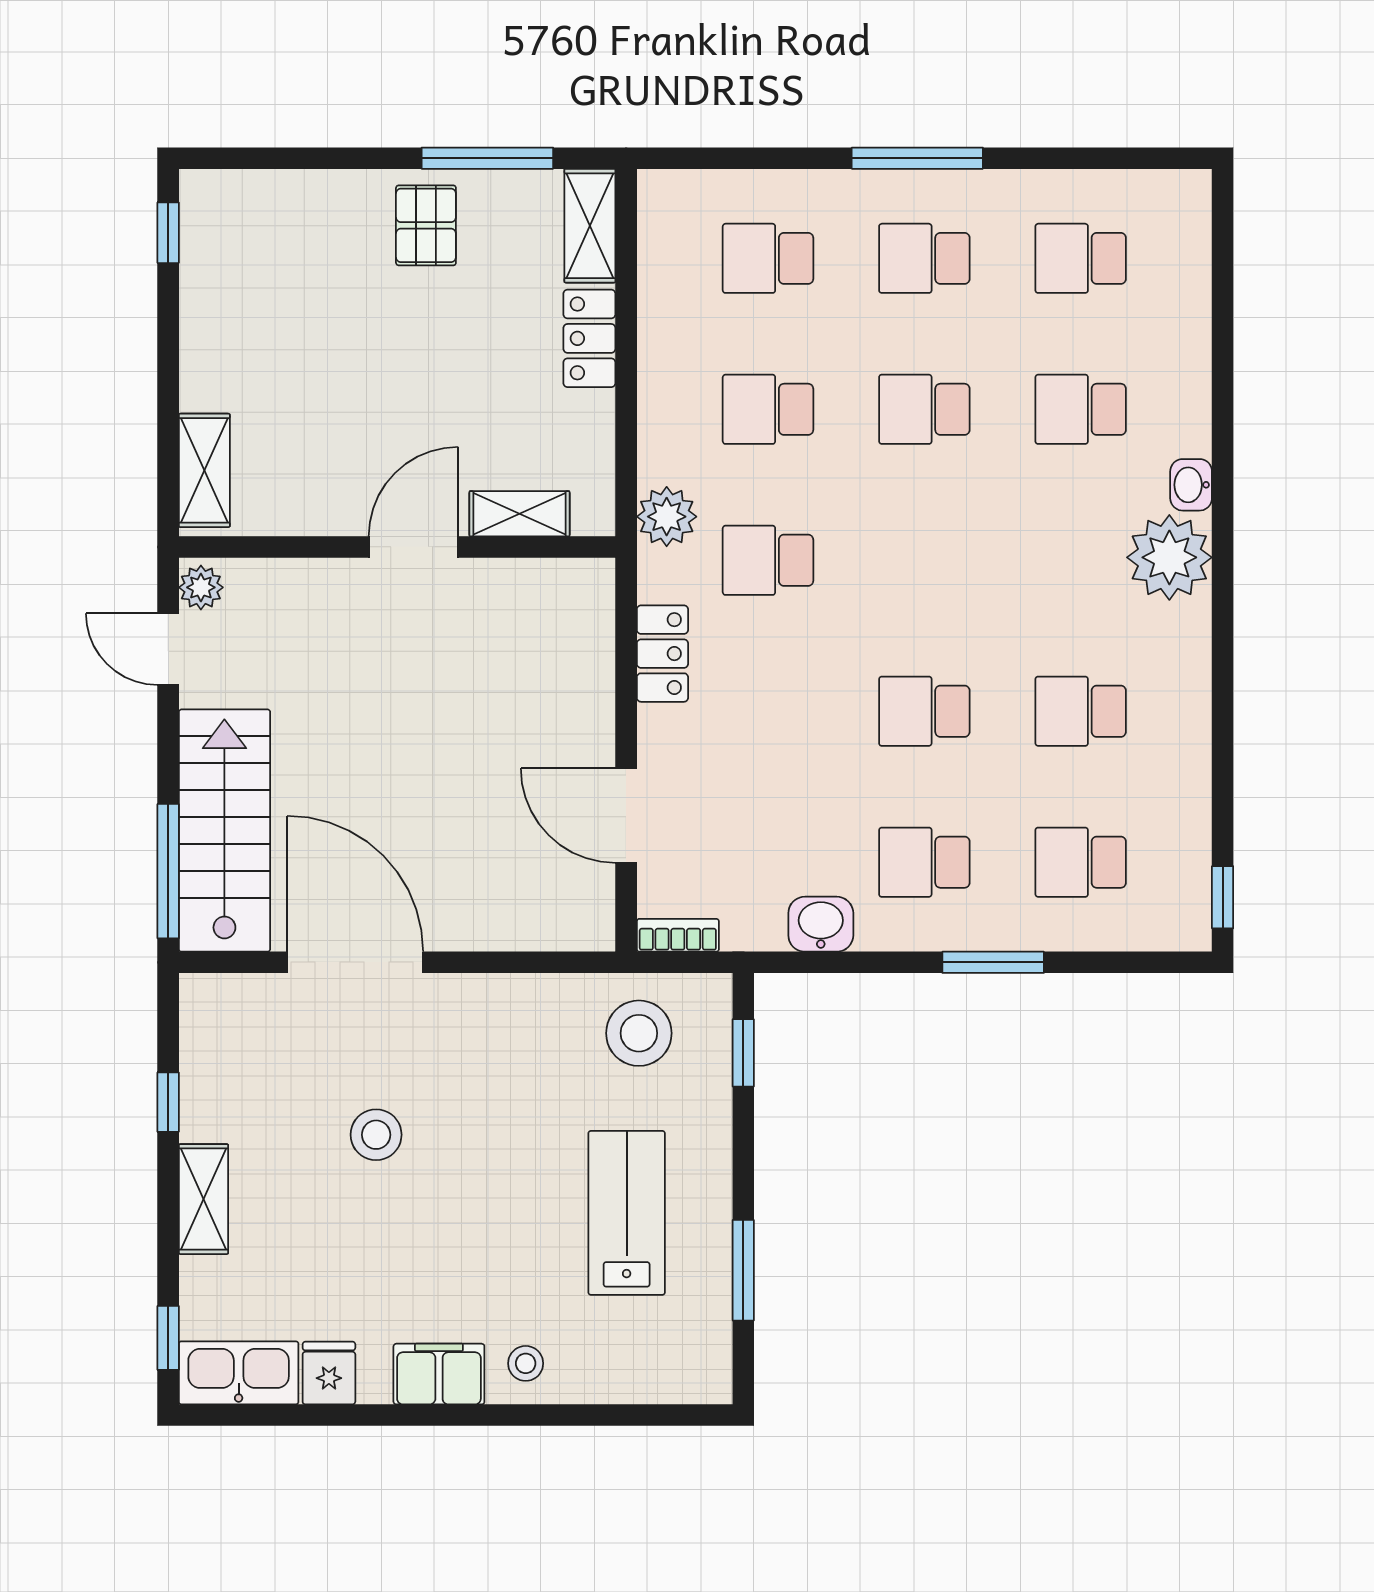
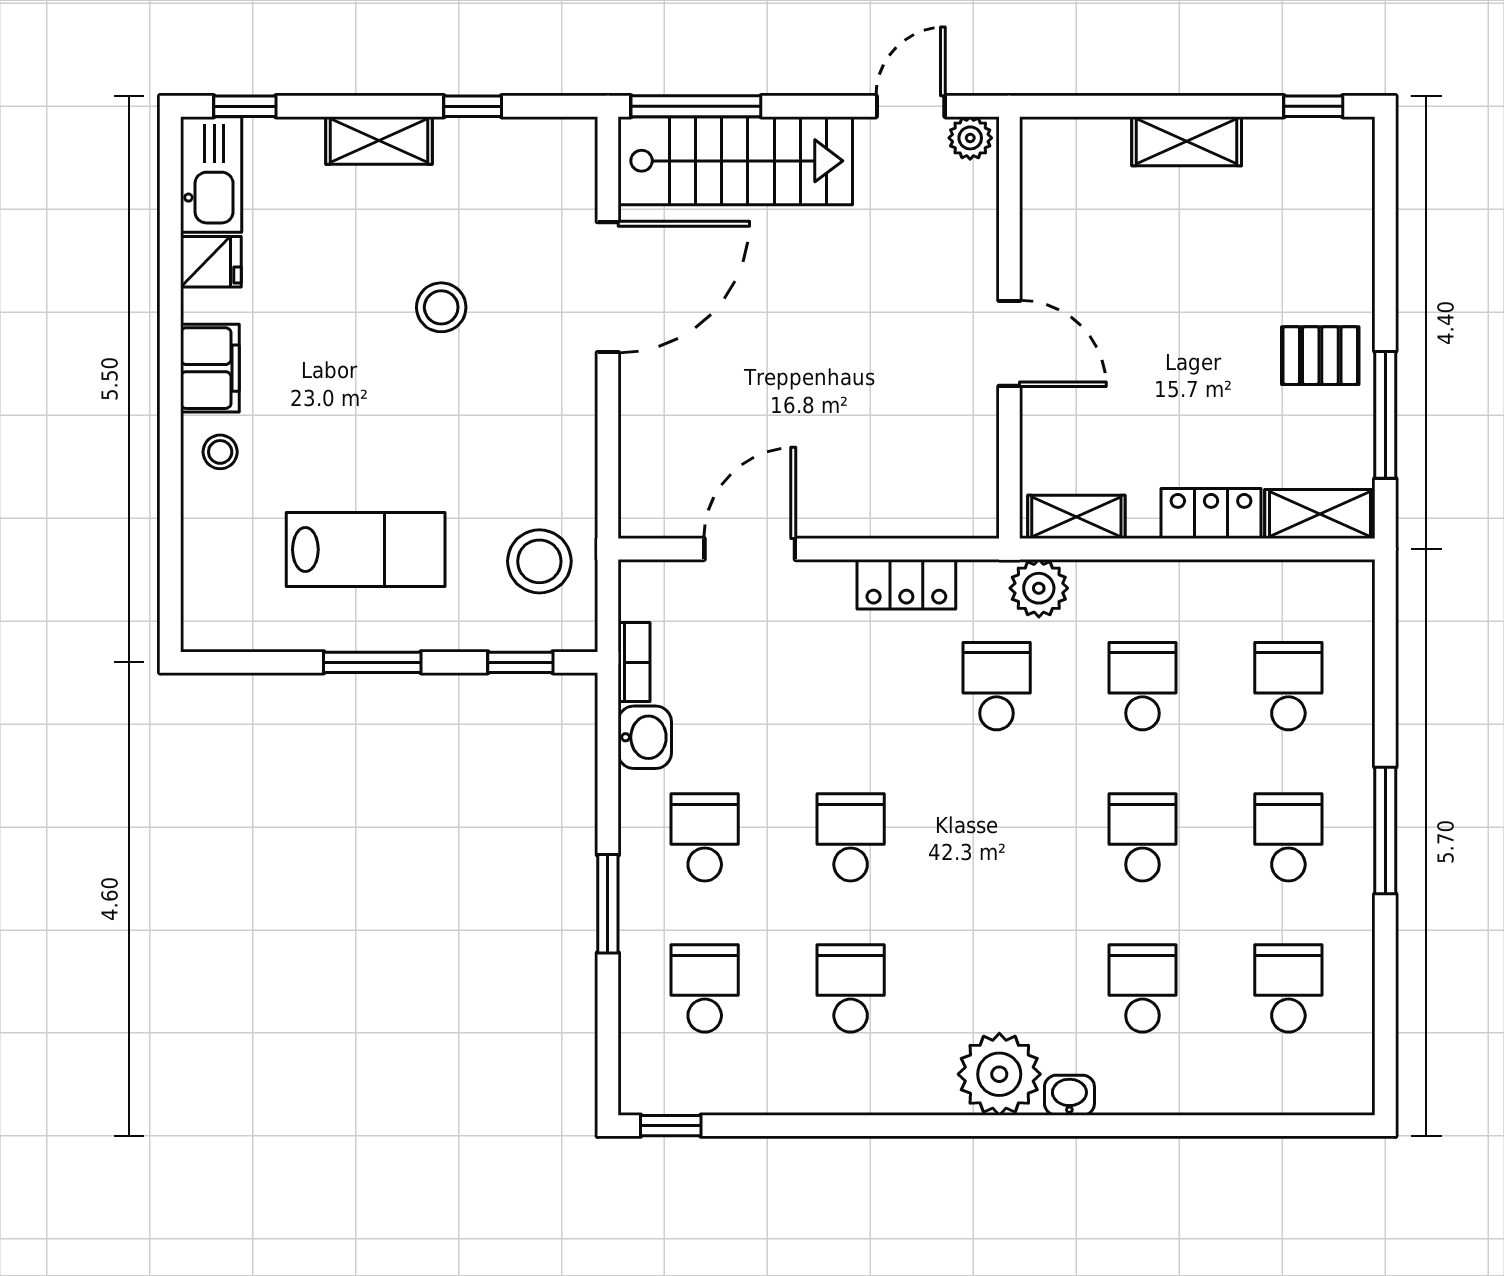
shelving: (204, 470) -> (1187, 141), moved
shelving: (519, 514) -> (1076, 517), moved, turned 90
bookcase: (678, 935) -> (634, 662), moved
window: (743, 1270) -> (372, 662), moved

